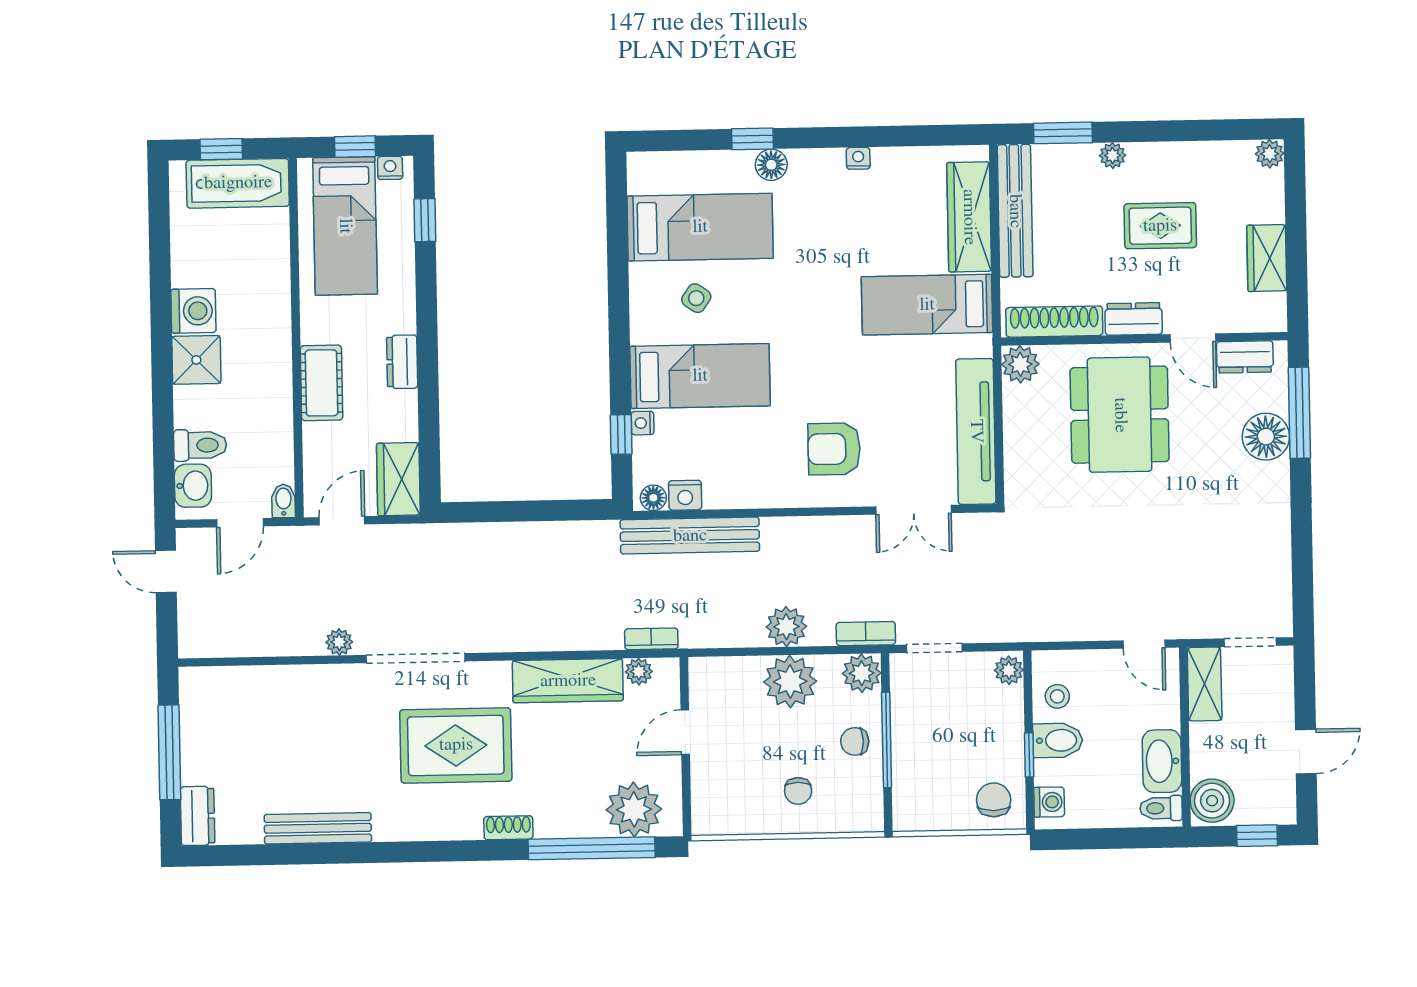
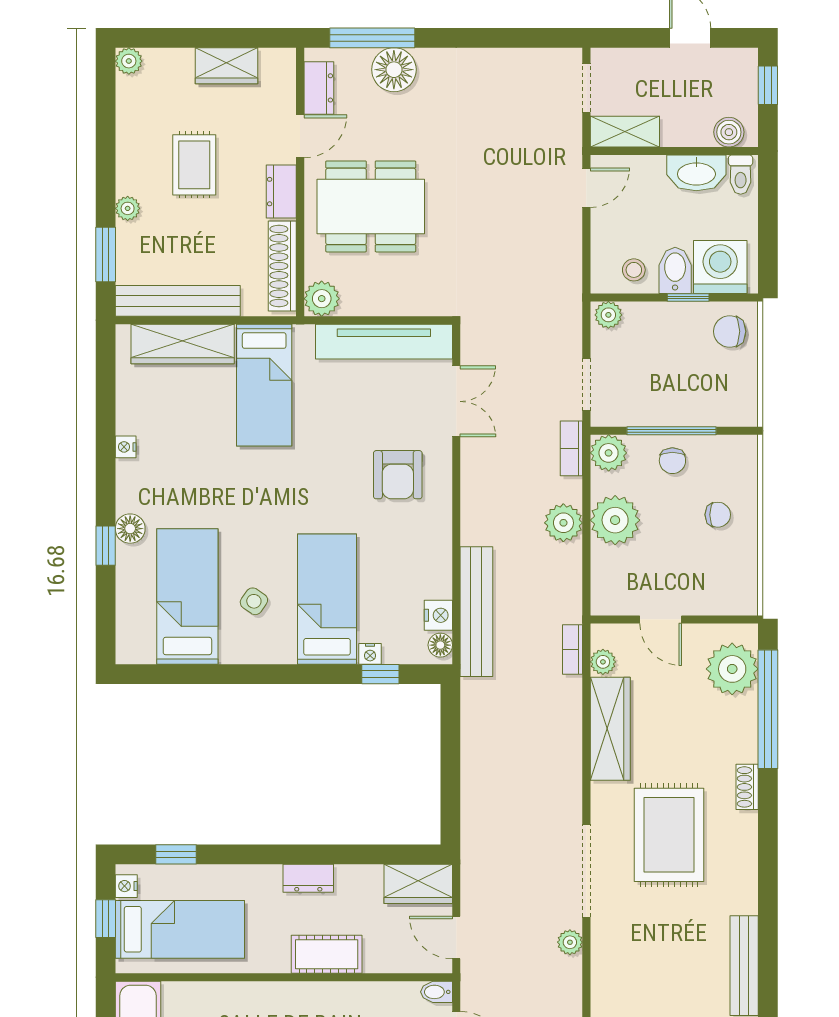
boiler: (1212, 801) -> (729, 132), width x0.73, depth x0.73
washing machine: (1049, 802) -> (720, 267), width x1.89, depth x1.89

